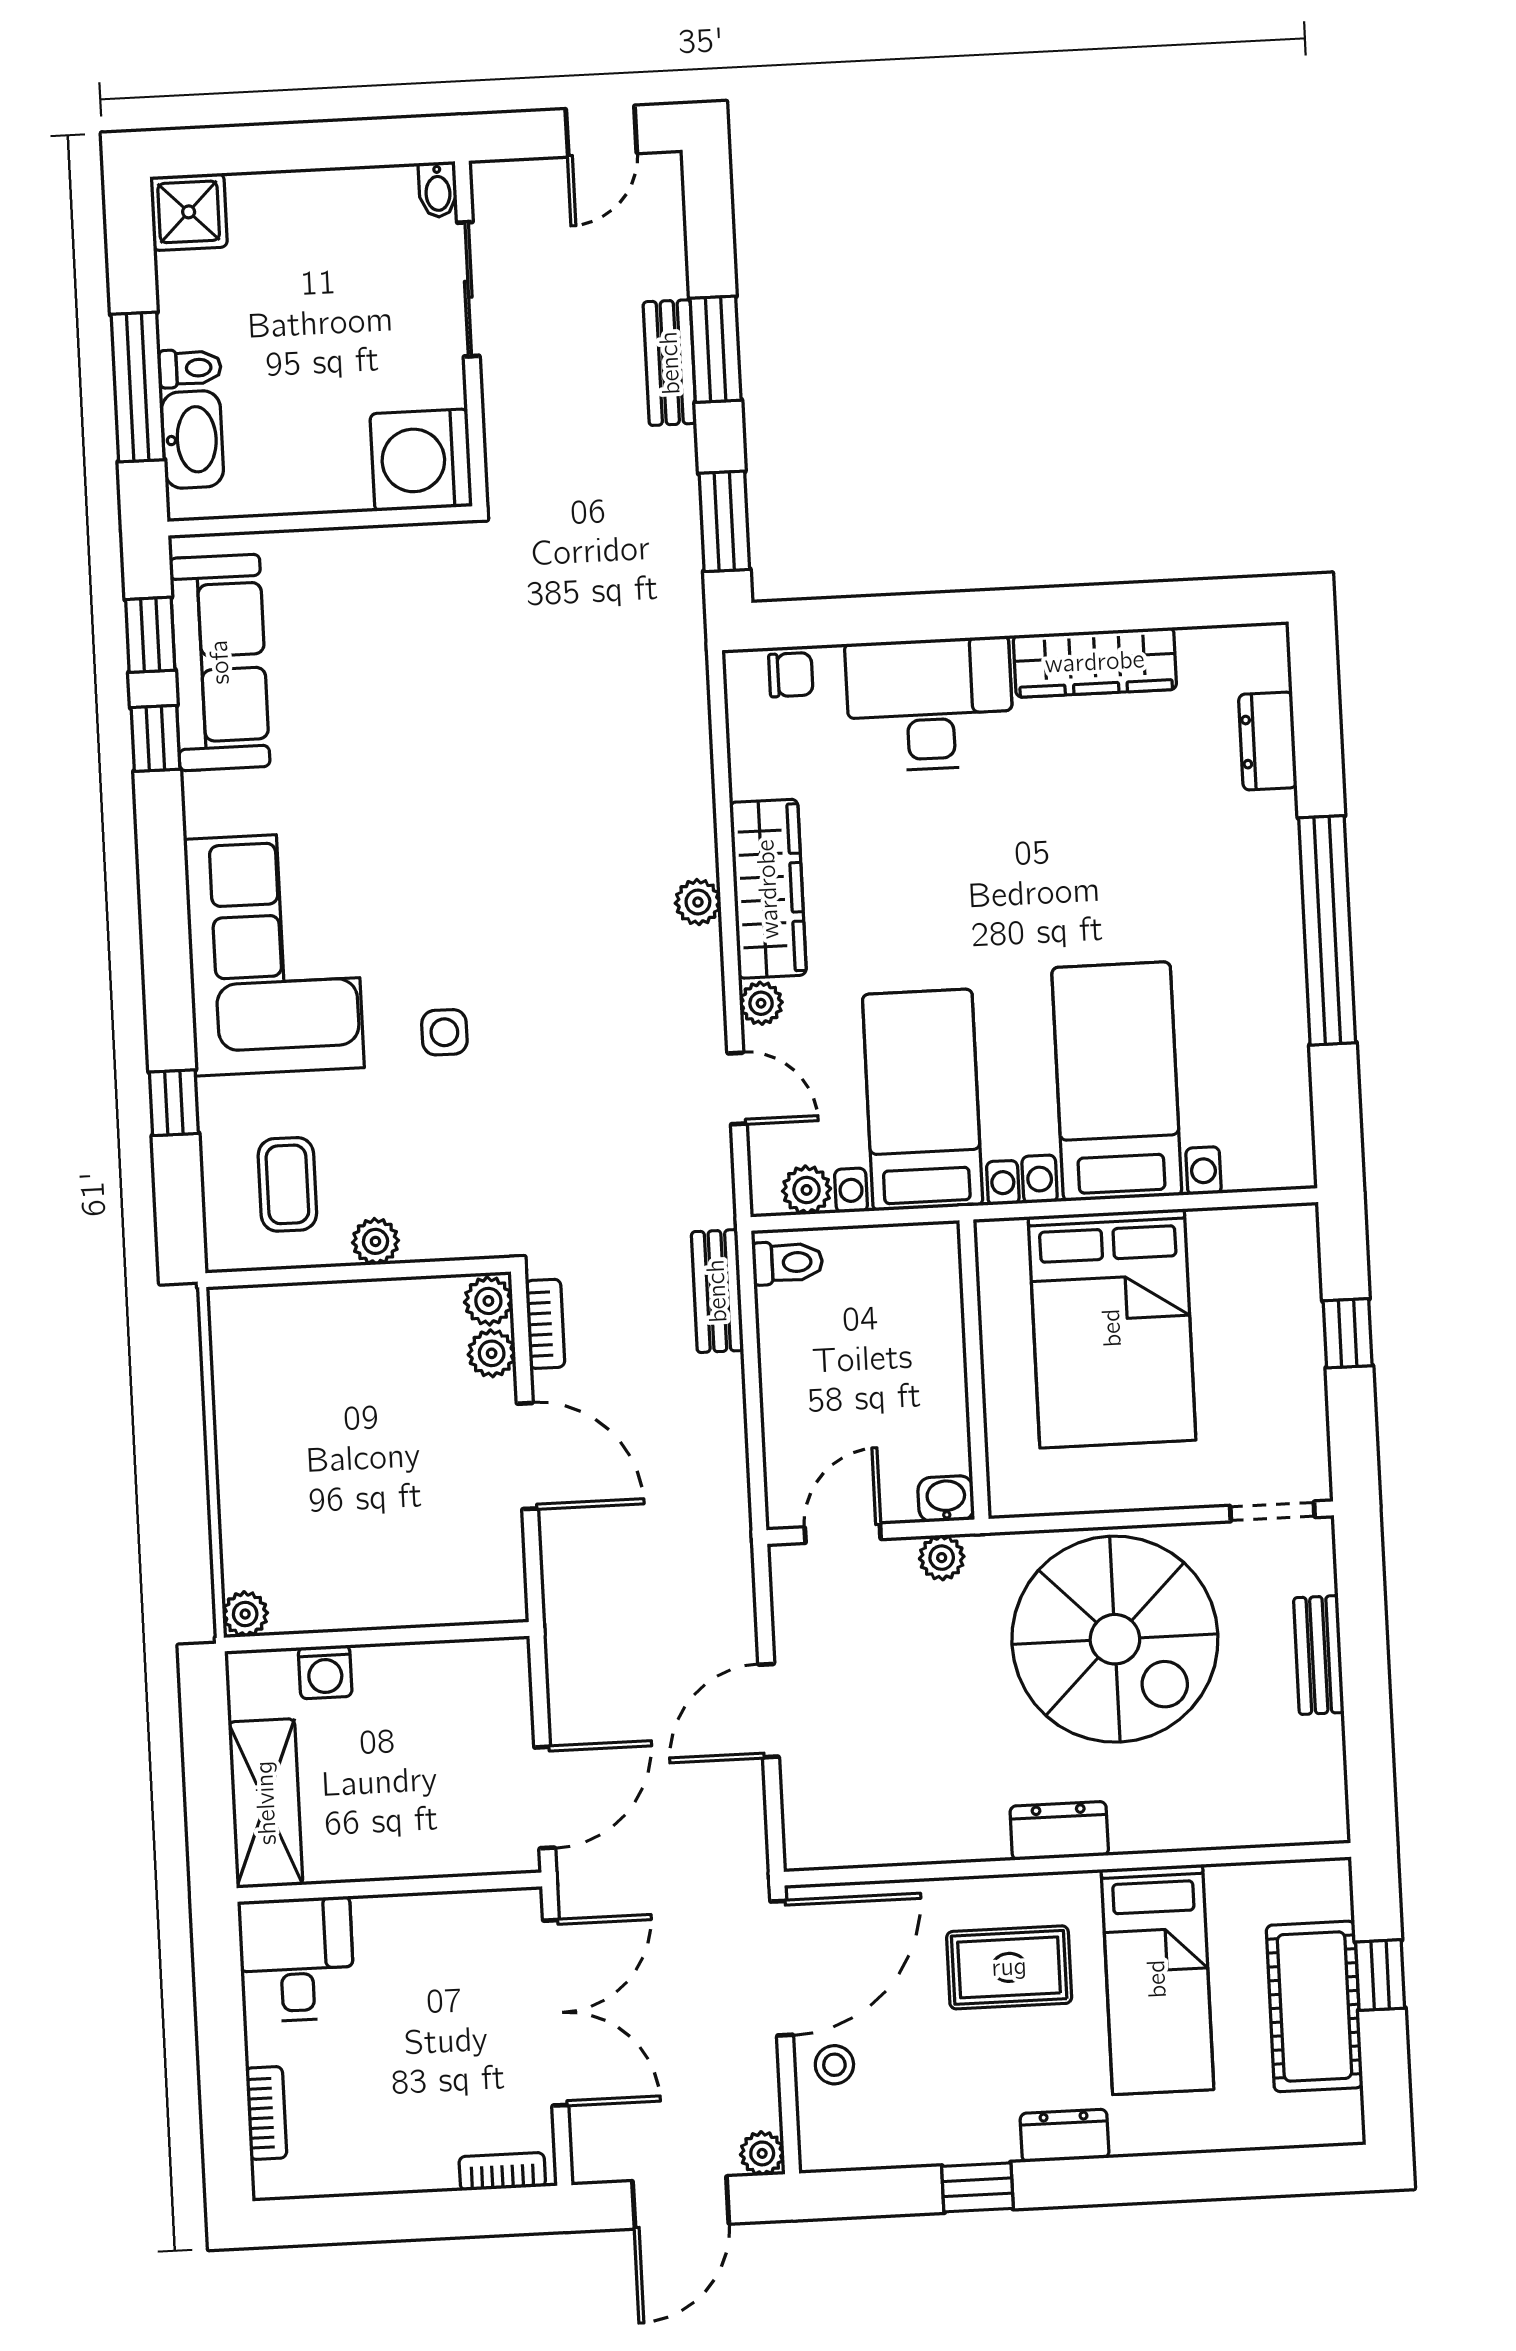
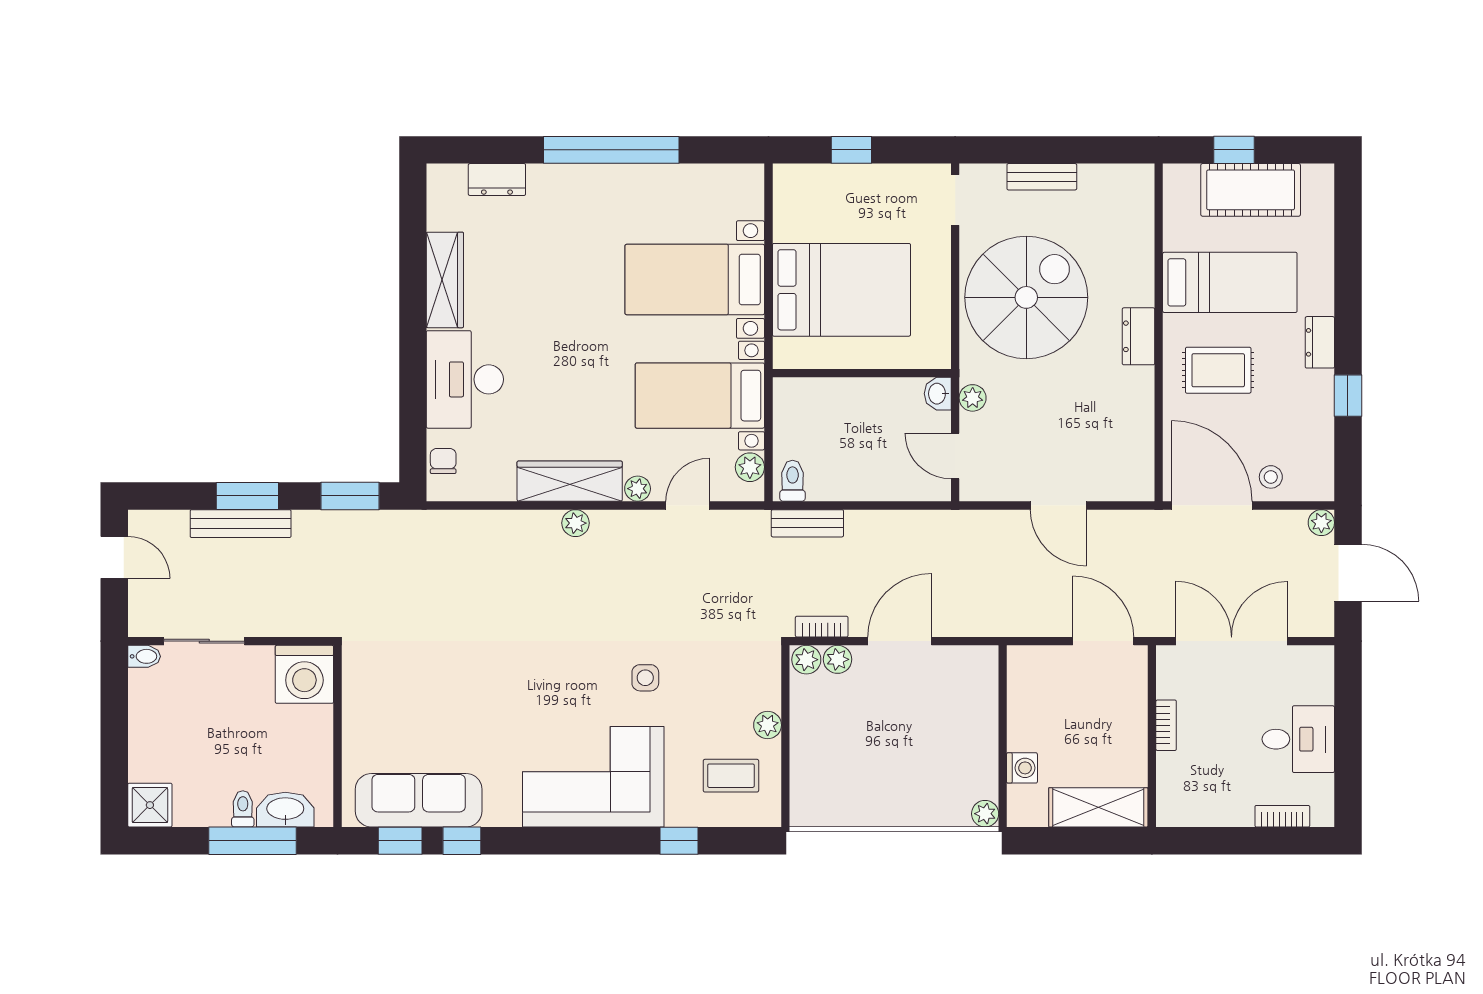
bench: (670, 363) -> (241, 524), width x1.36
desk: (296, 1960) -> (1298, 739), moved, turned 180
rug: (1009, 1967) -> (1218, 370), turned 90
bookcase: (502, 2172) -> (1166, 725), moved, turned 180

